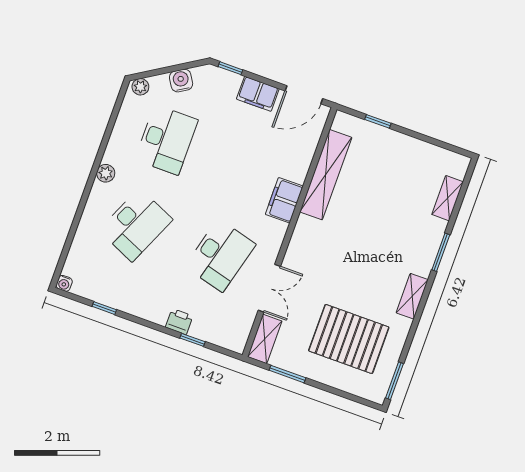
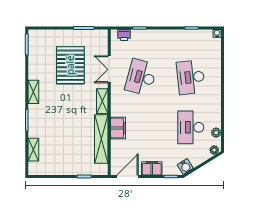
water cooler: (181, 81) -> (185, 166), moved
plant: (106, 173) -> (216, 133), moved
filing cabinet: (284, 200) -> (118, 128), moved
desk: (136, 225) -> (191, 77), turned -30
printer: (179, 322) -> (124, 35), moved
shelving: (265, 339) -> (102, 101), moved
pallet: (349, 339) -> (70, 65), moved, turned 90

